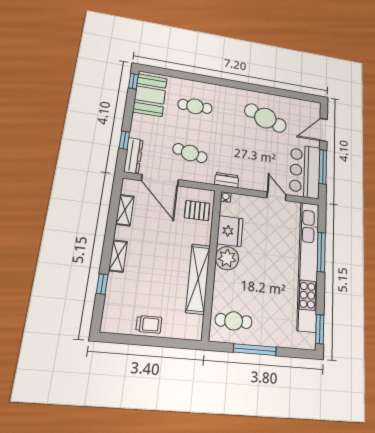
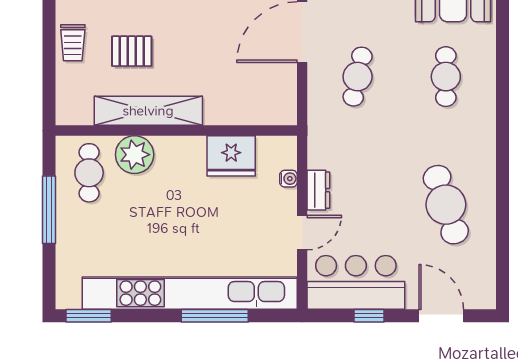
cafe table: (265, 118) -> (446, 205), turned -39
window: (323, 167) -> (369, 316), width x0.46
dresser: (227, 180) -> (318, 190), moved
water cooler: (226, 197) -> (289, 179), moved
pallet: (197, 211) -> (132, 51), moved, turned 90
plant: (227, 258) -> (135, 155), moved

